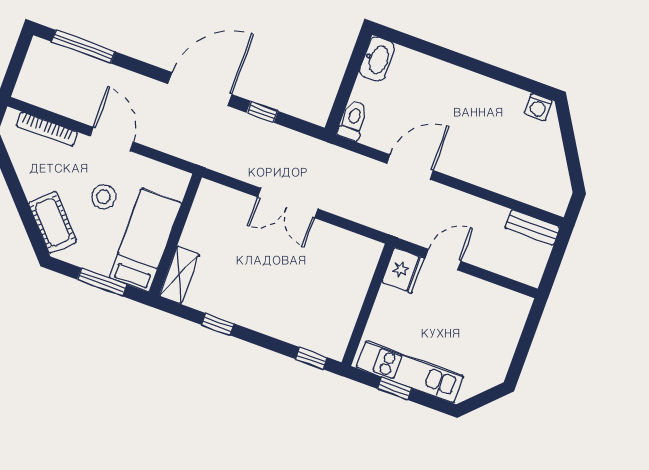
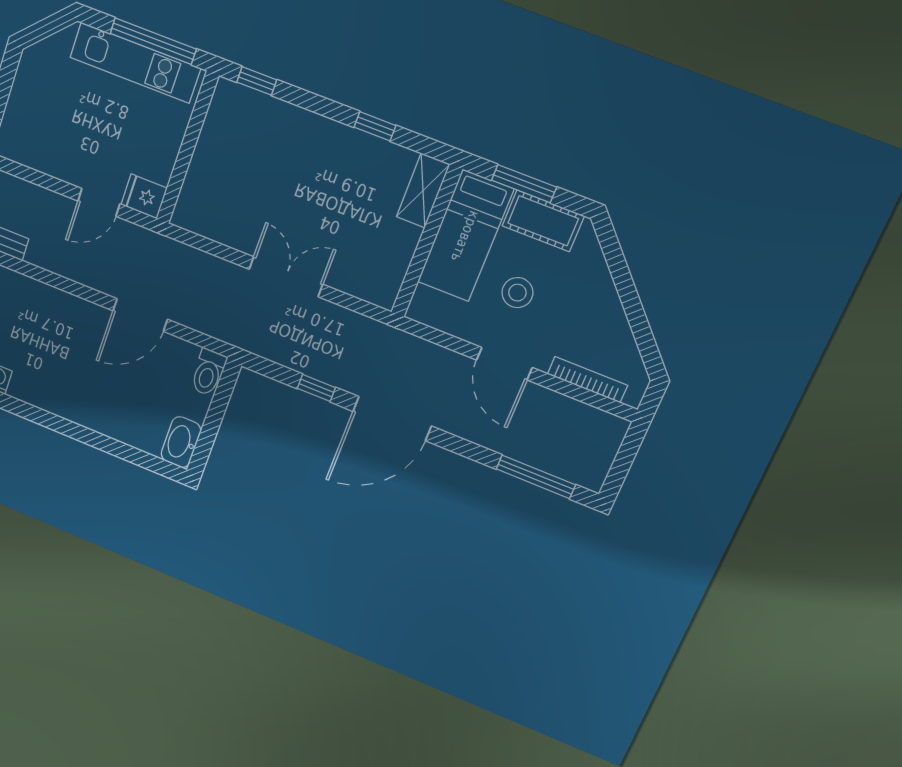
cot: (52, 222) -> (543, 221), moved, turned -48
fridge: (403, 270) -> (144, 196), width x0.72
window: (395, 389) -> (153, 41), width x2.17

